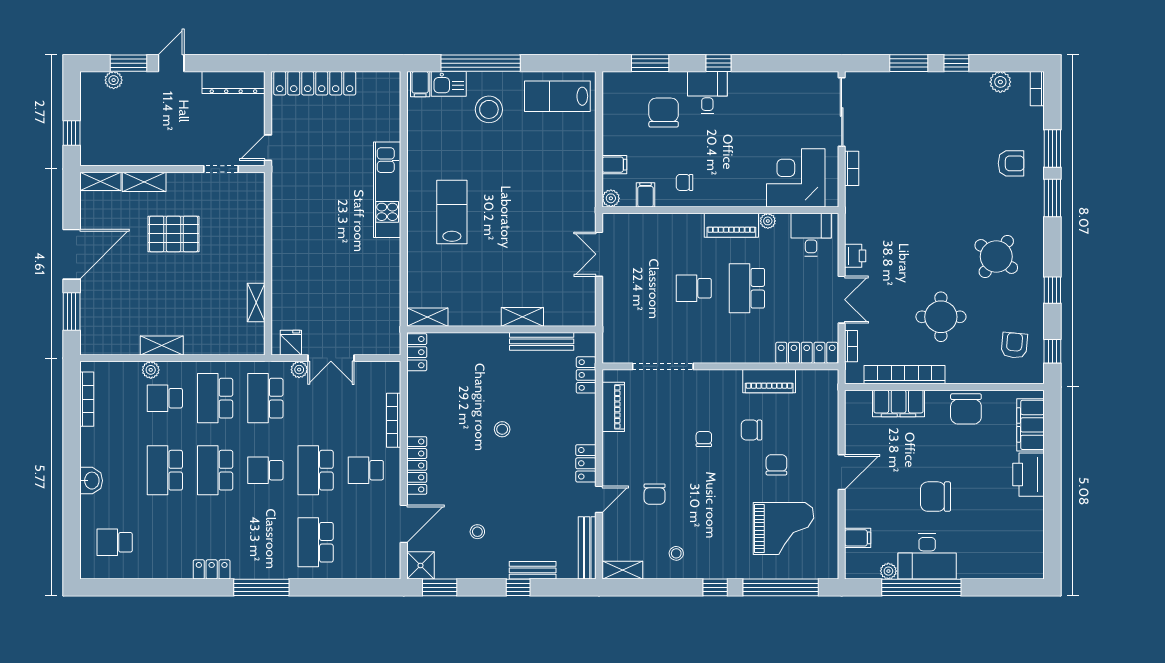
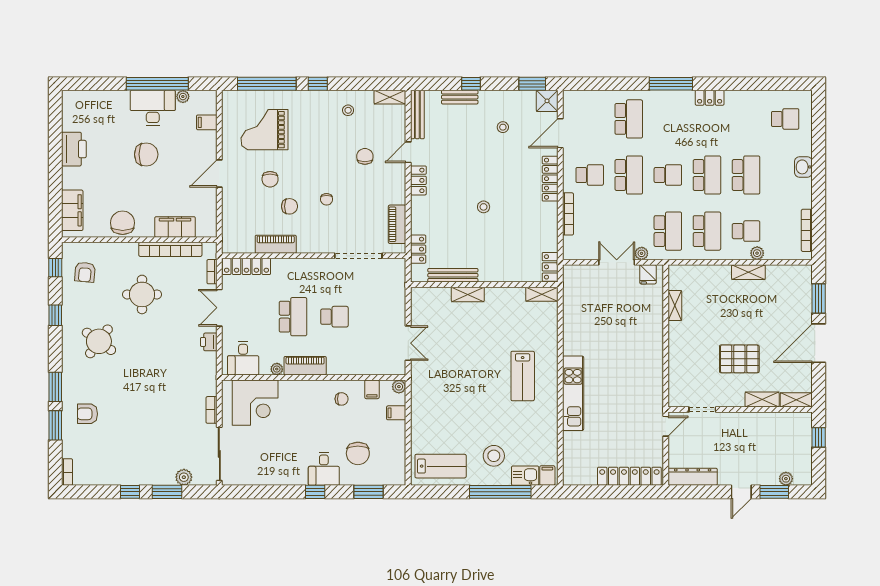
plant: (1000, 82) -> (184, 477), moved
printer: (1029, 475) -> (74, 149), moved

